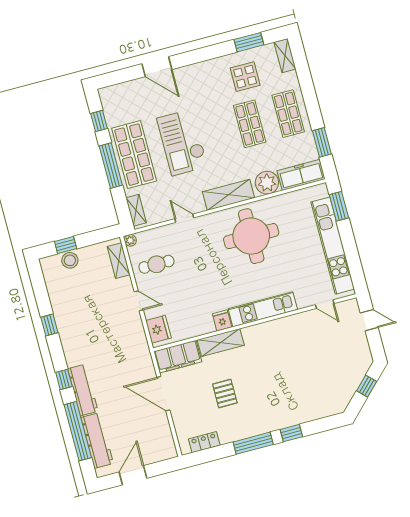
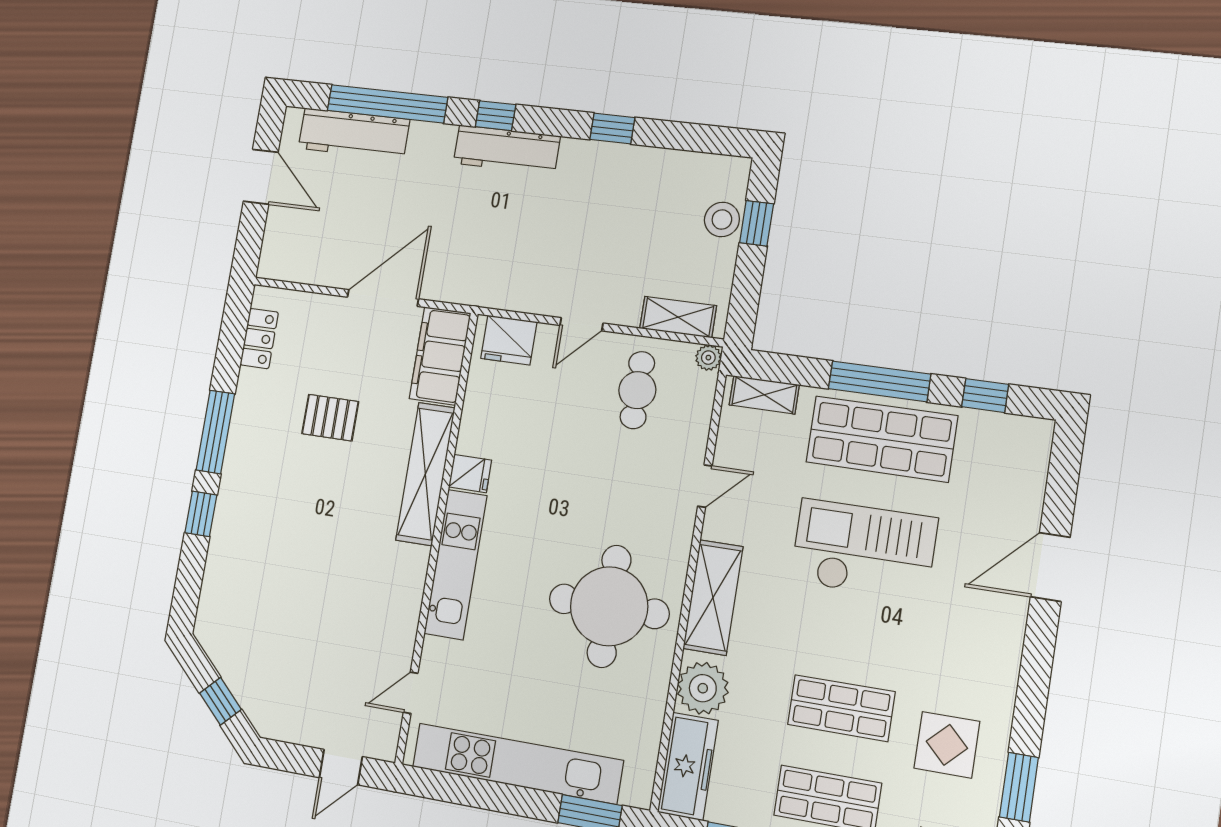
shelving: (221, 343) -> (425, 474), width x1.47
workbench: (83, 390) -> (507, 150), moved

